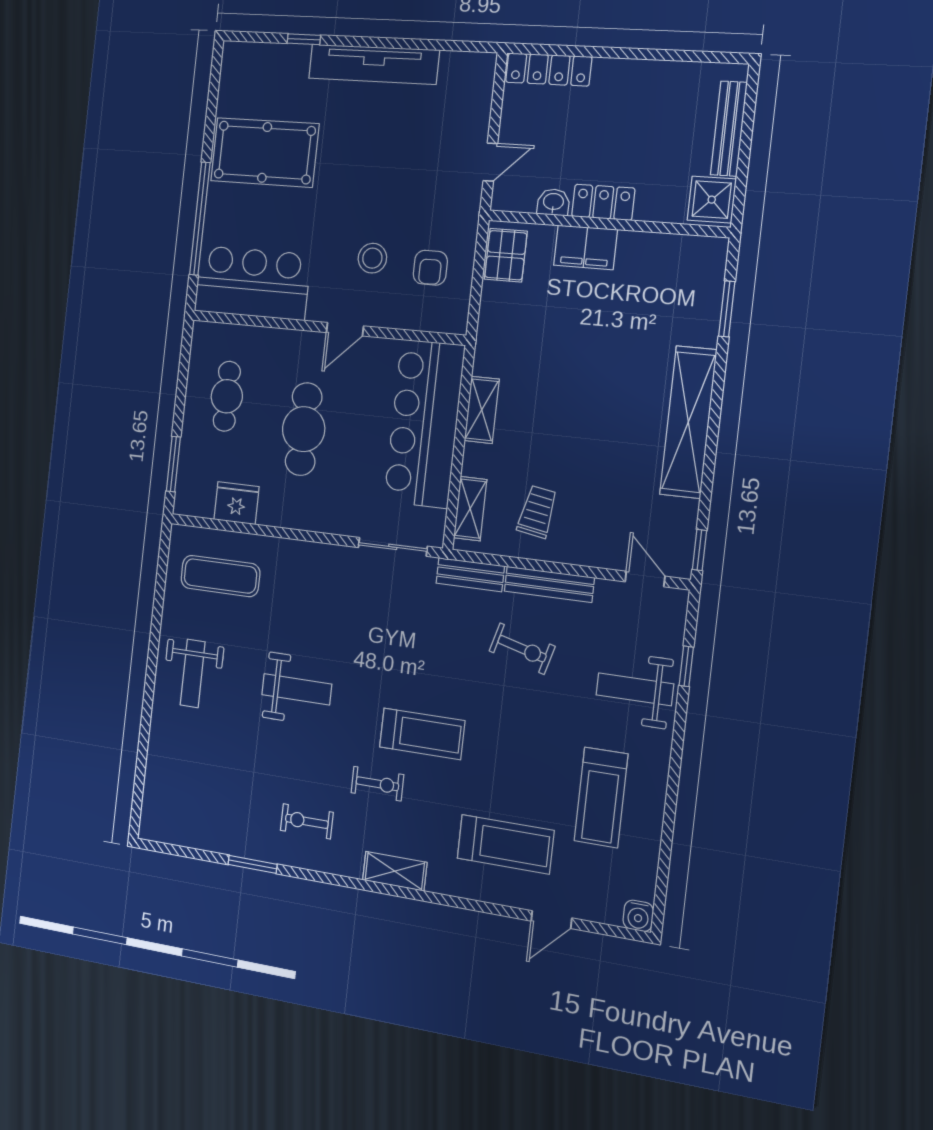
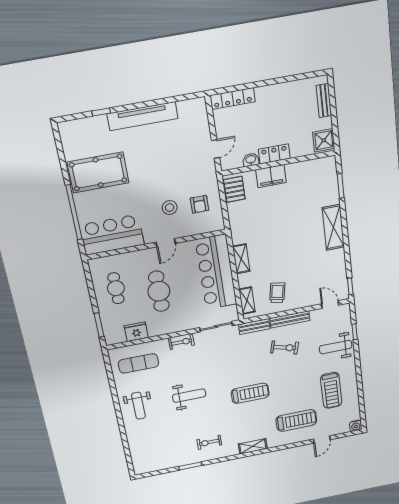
bench: (729, 129) -> (324, 101), width x0.73
shelving: (688, 422) -> (333, 227), width x0.68
exercise bike: (377, 784) -> (181, 342), moved

